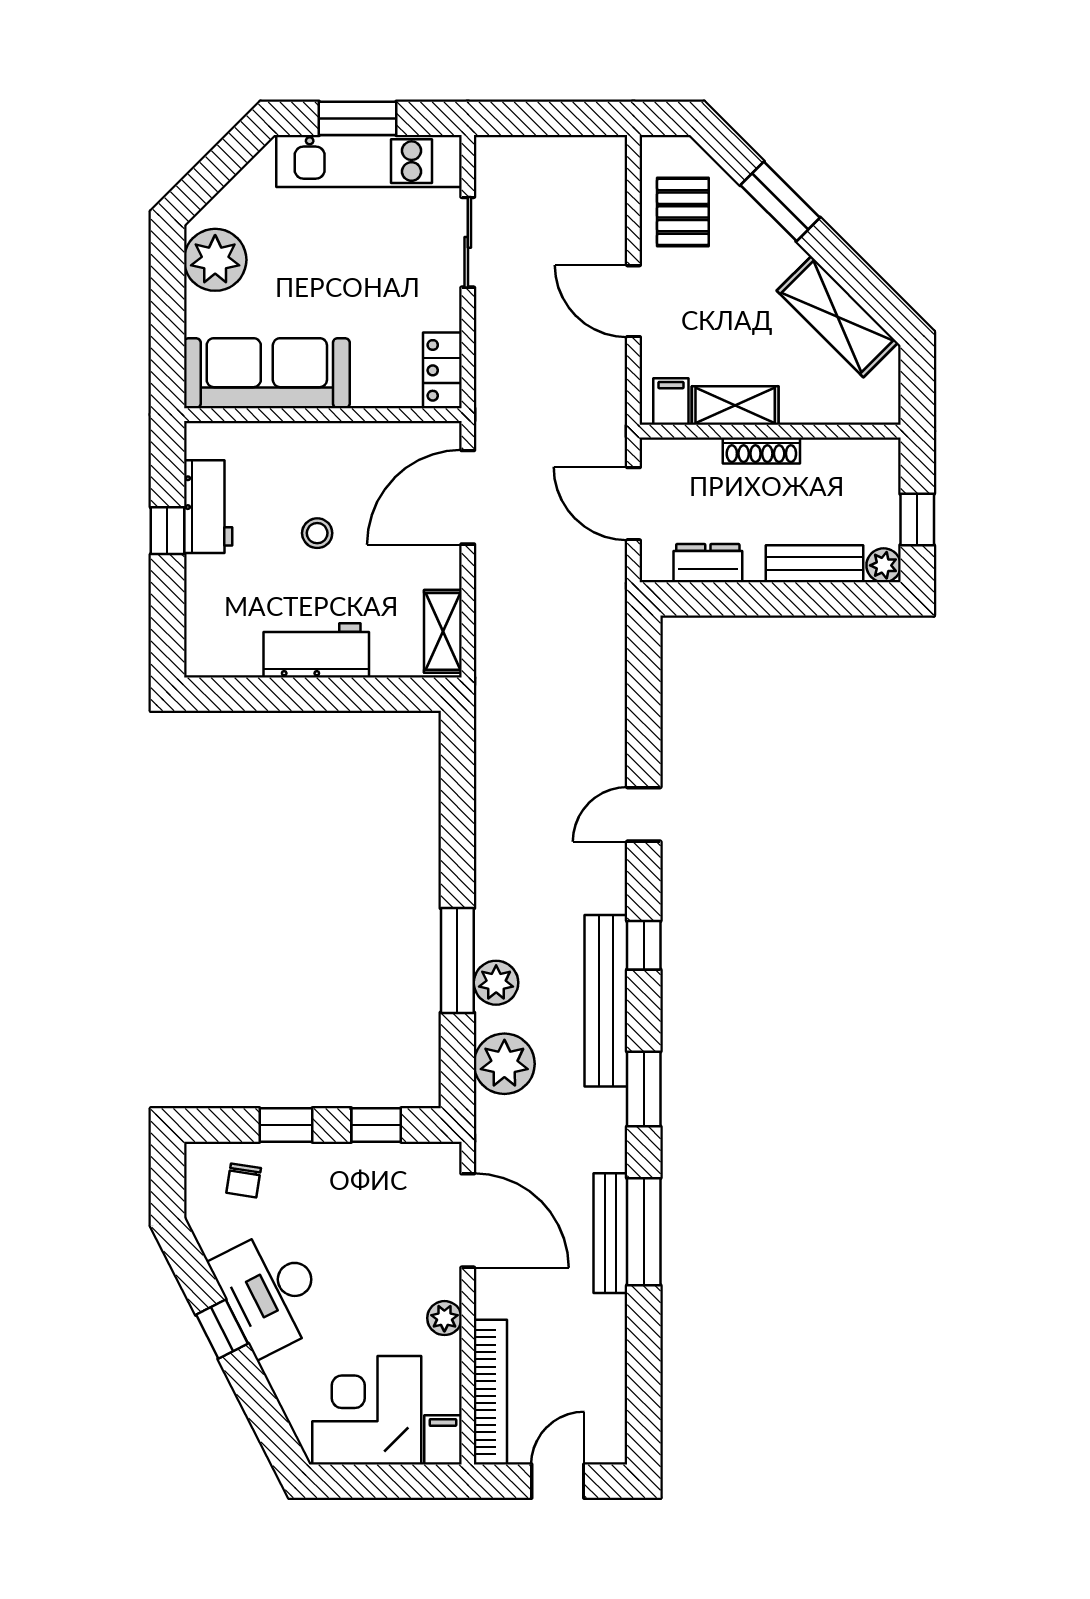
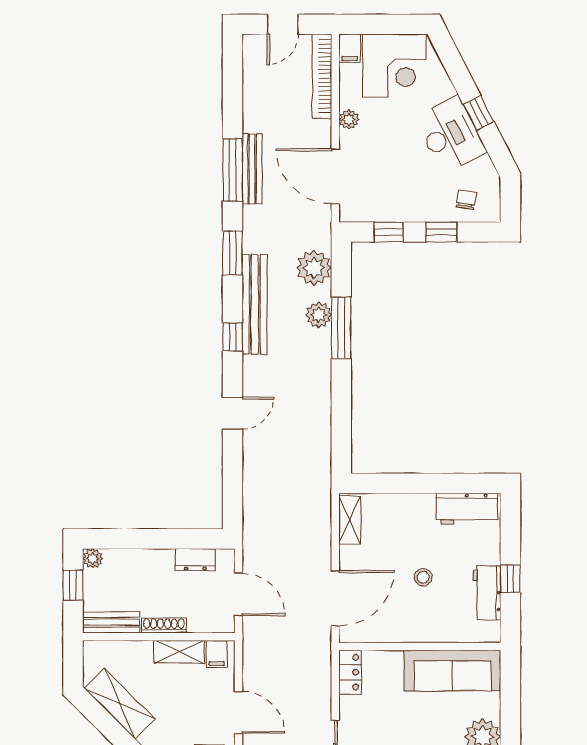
bench: (815, 564) -> (111, 622), moved
workbench: (316, 650) -> (467, 509), moved

